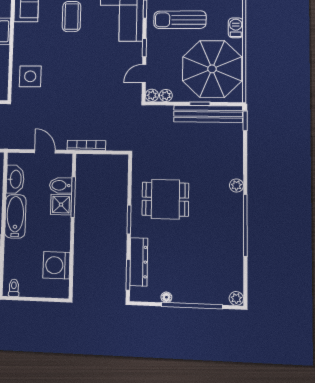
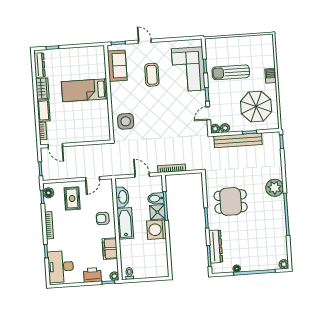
parasol: (212, 69) -> (256, 107), width x0.73, depth x0.73
bench: (208, 114) -> (238, 140), moved
plant: (236, 185) -> (275, 188), width x1.87, depth x1.87
washing machine: (56, 265) -> (156, 230), moved

